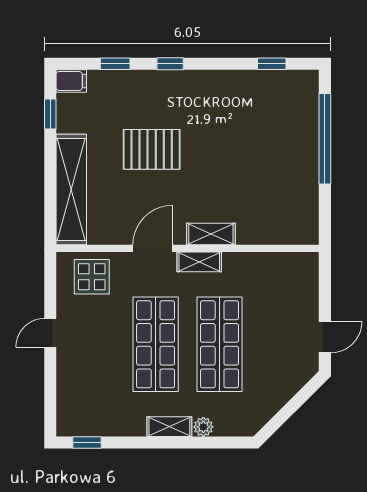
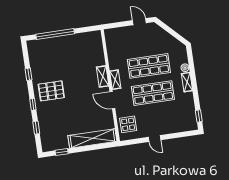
window: (272, 64) -> (29, 74), moved
filing cabinet: (71, 81) -> (46, 145), removed
pallet: (152, 149) -> (51, 91), moved, turned 90

